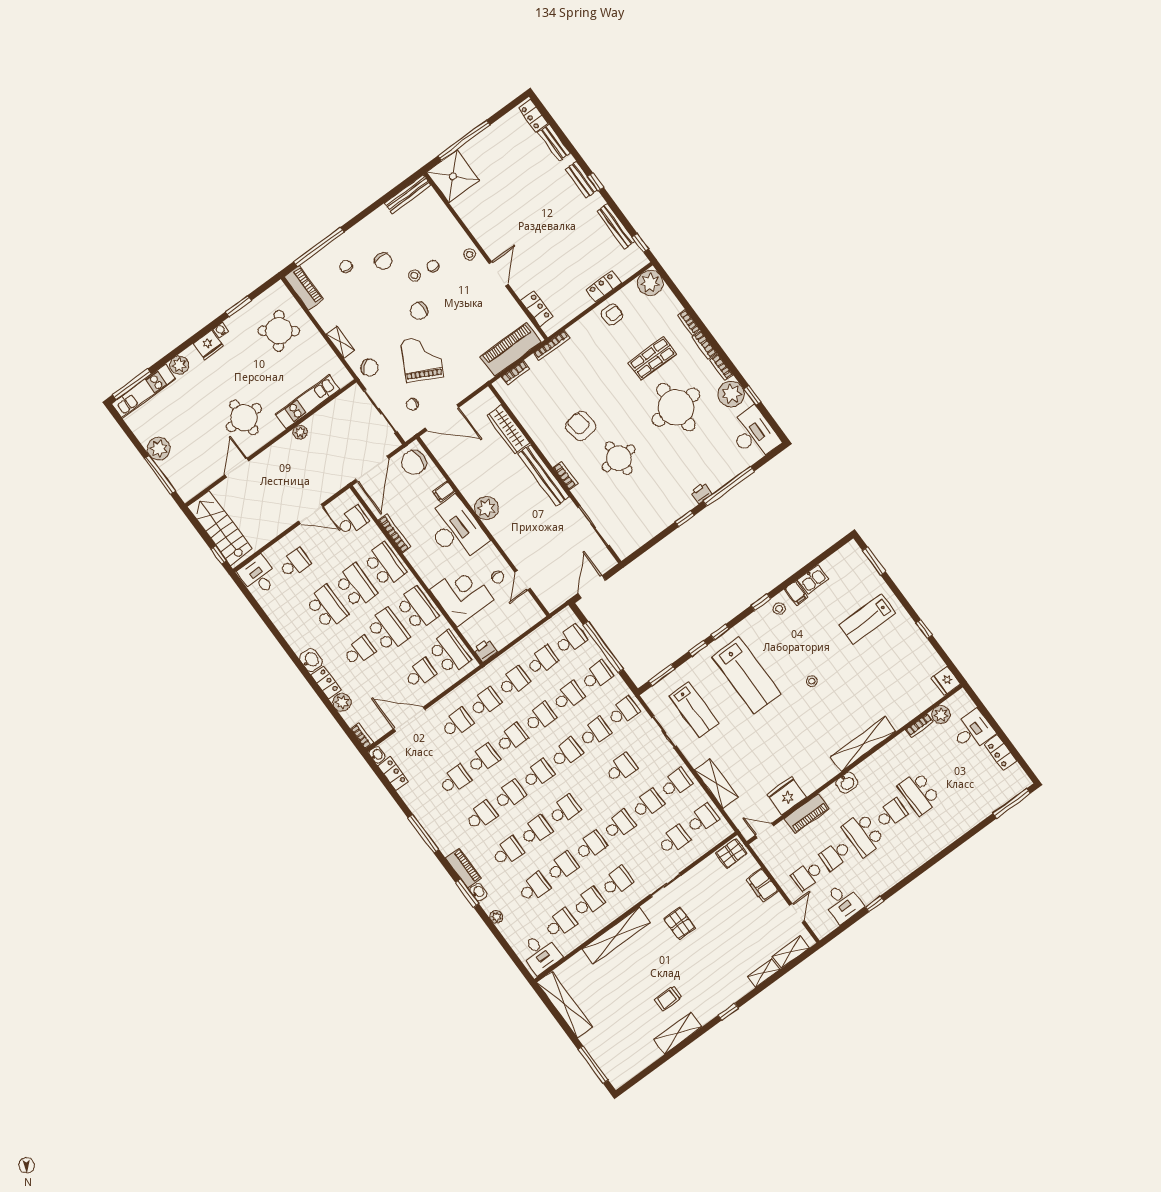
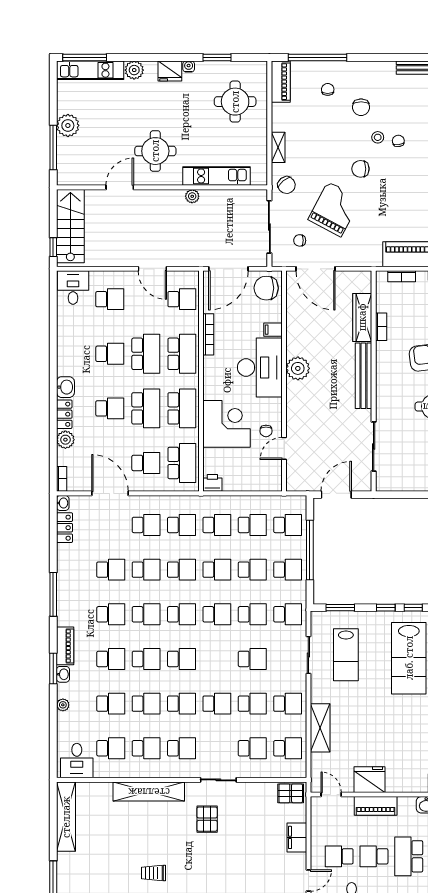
round table: (279, 331) -> (235, 102), turned -37
bookcase: (566, 476) -> (381, 327), moved
school desk: (327, 607) -> (110, 354), width x0.54

